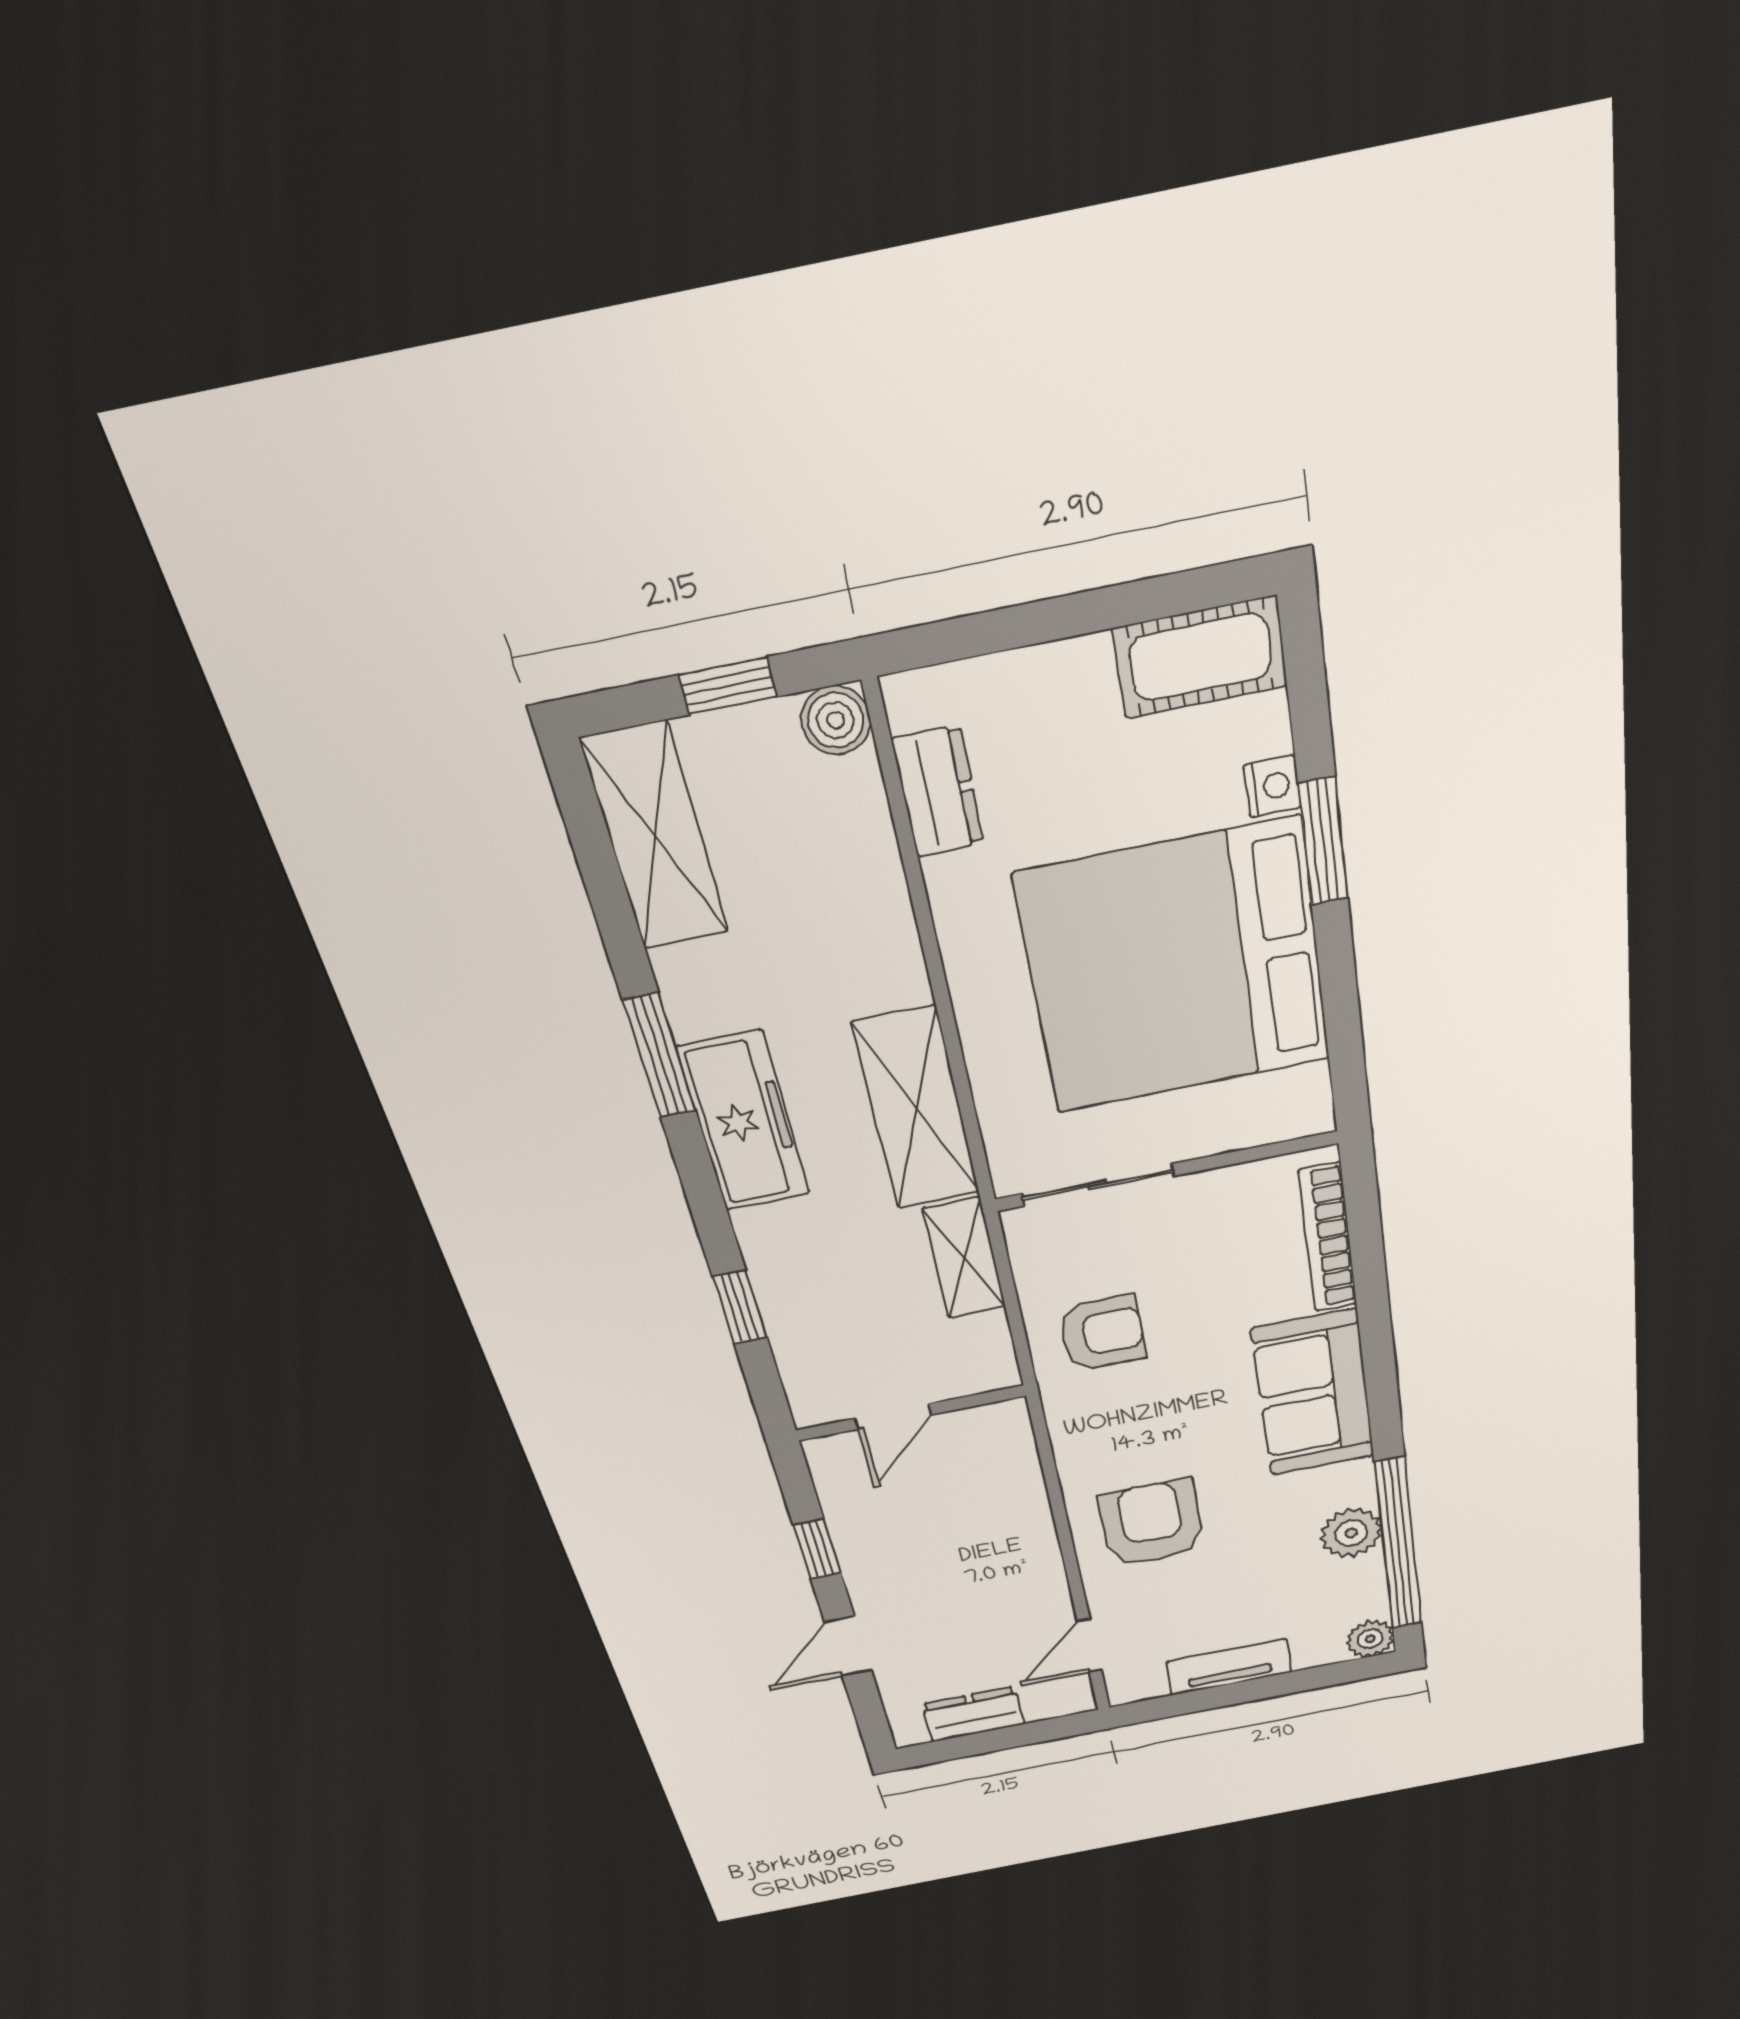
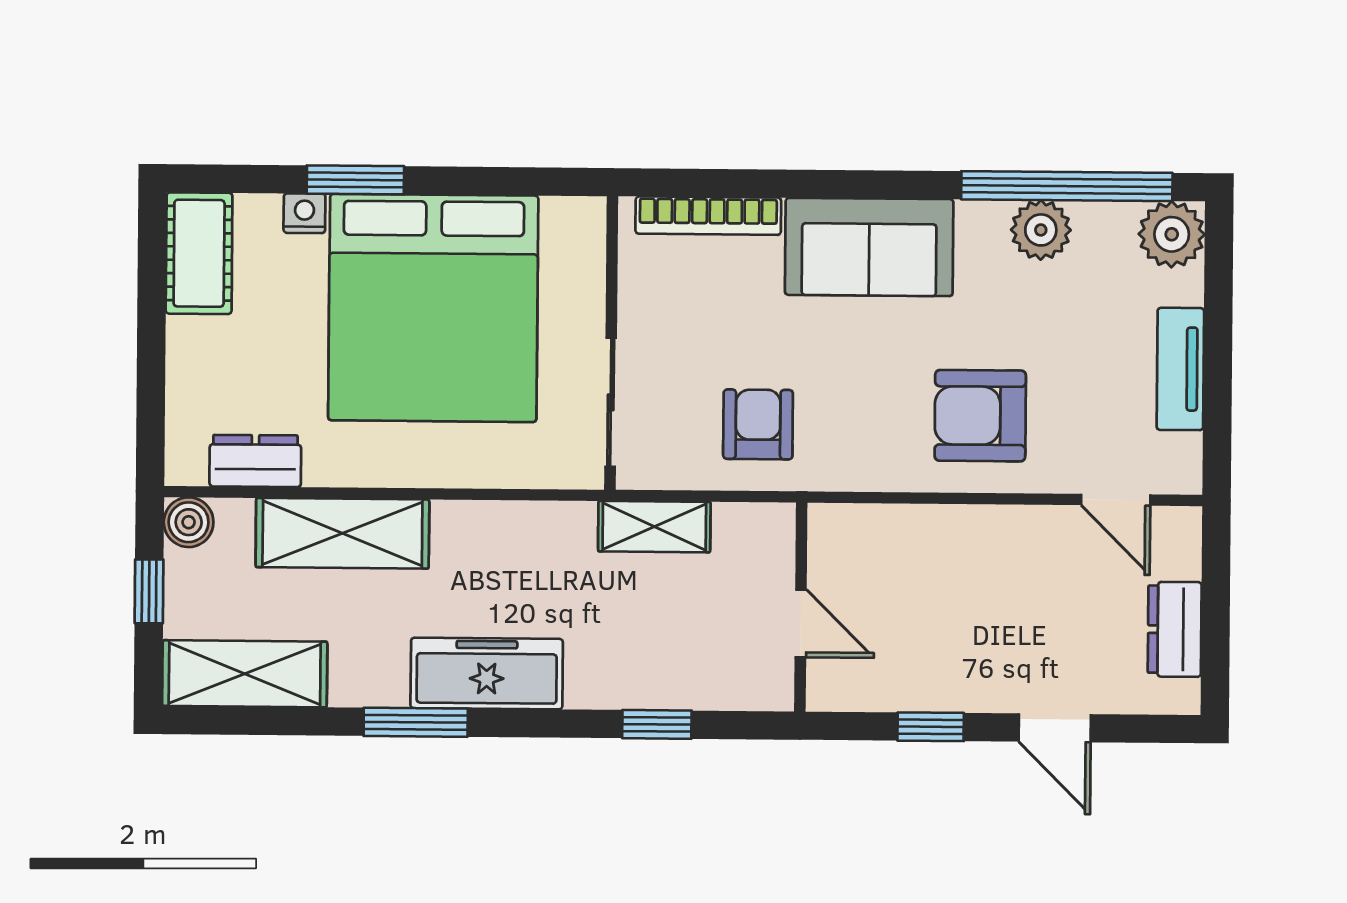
shelving: (917, 1109) -> (342, 533), moved
plant: (1370, 1639) -> (1172, 234), width x1.38, depth x1.38

